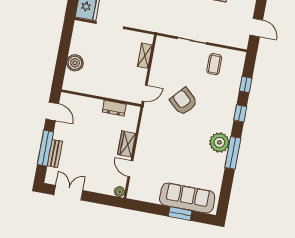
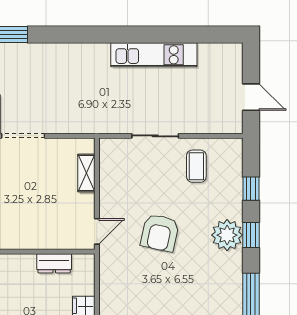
armchair: (184, 101) -> (160, 233), turned -120
plant: (219, 142) -> (227, 235), moved

